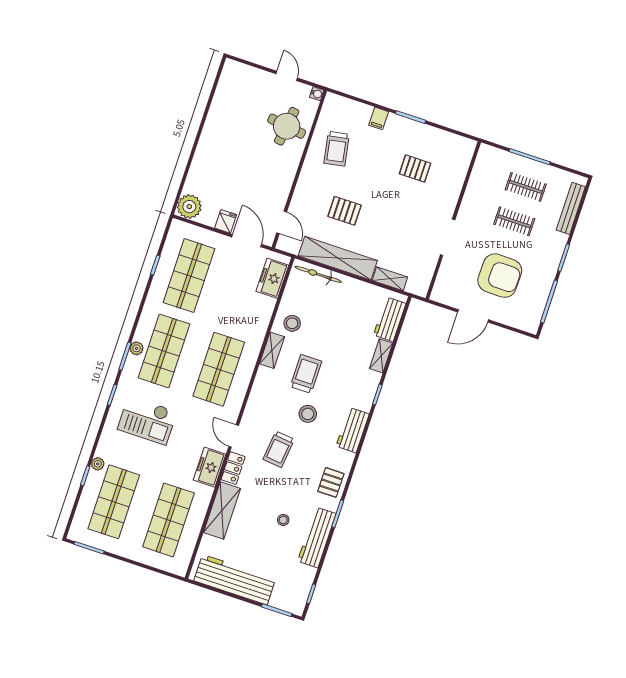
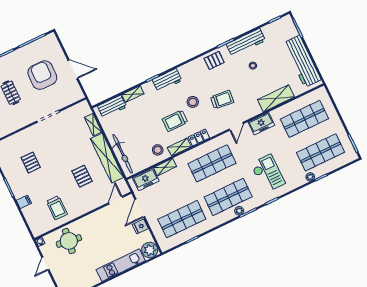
trolley: (337, 149) -> (57, 208), turned 100
kitchen unit: (204, 158) -> (121, 265), added
bicycle: (318, 274) -> (123, 154), width x1.37, depth x1.40
shelving: (265, 313) -> (165, 167), added
workbench: (353, 430) -> (167, 80), moved
locker: (233, 468) -> (199, 137), moved

